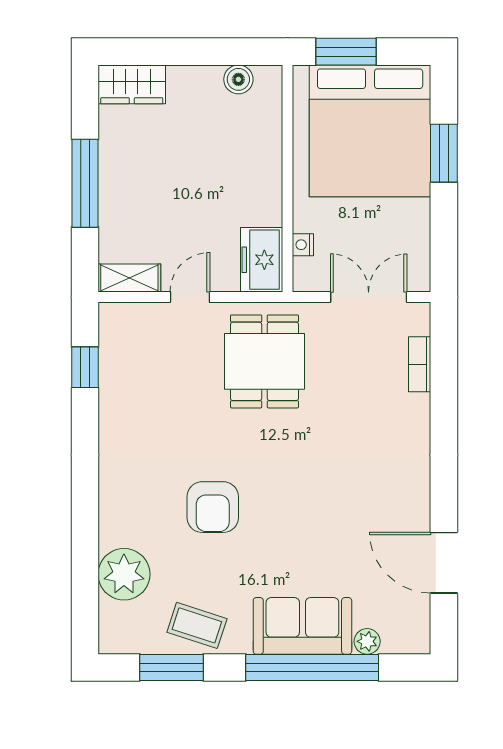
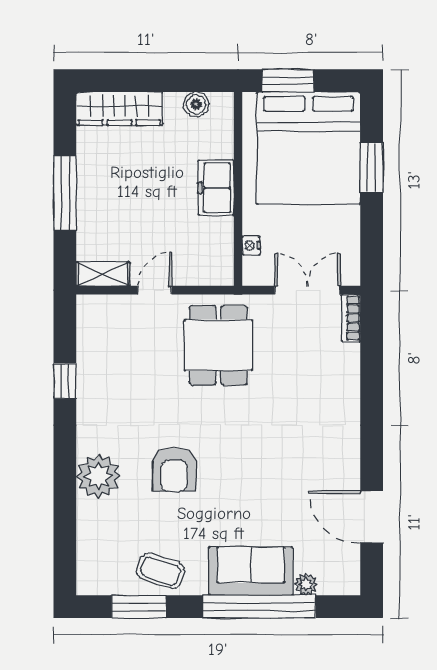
wardrobe: (132, 84) -> (119, 109), width x1.50
freezer: (262, 260) -> (216, 188), moved
bookcase: (420, 364) -> (351, 318), moved
window: (85, 367) -> (65, 381), moved
plant: (124, 574) -> (98, 476), moved

